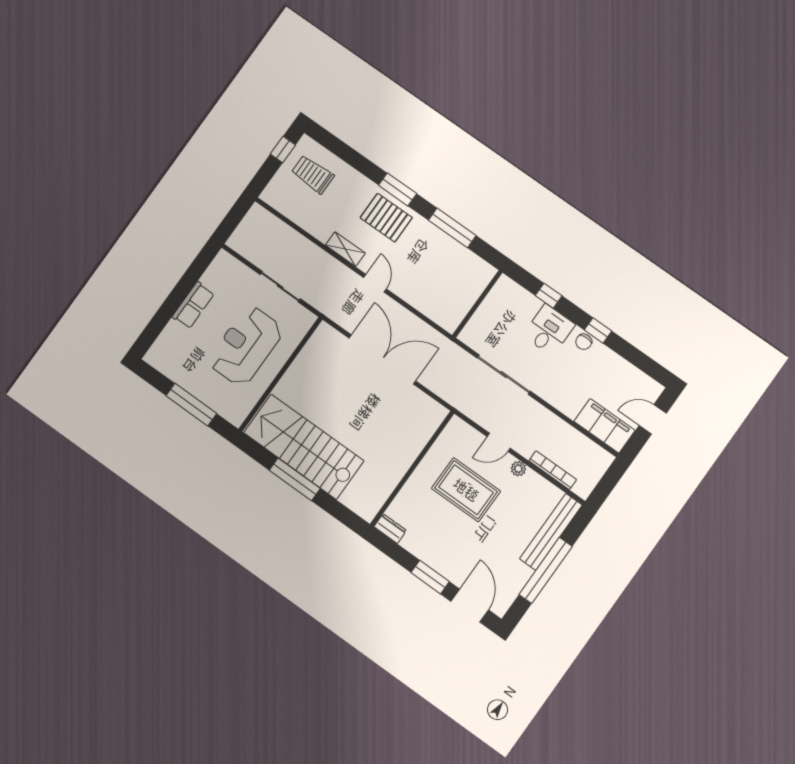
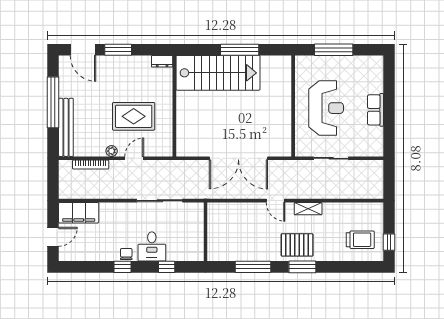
stairs: (304, 447) -> (218, 73), moved

